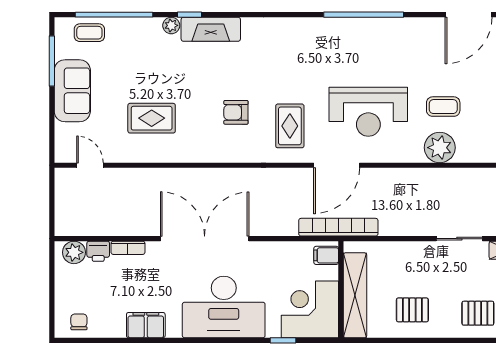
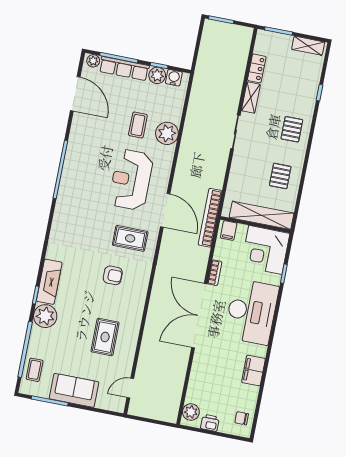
plant: (171, 25) -> (45, 316), width x1.87, depth x1.87
armchair: (236, 112) -> (113, 275), turned -90
reception desk: (368, 112) -> (131, 180), turned 180
bookcase: (128, 248) -> (215, 273), moved
printer: (98, 251) -> (210, 423), moved, turned -90

